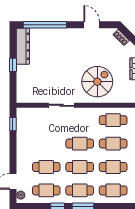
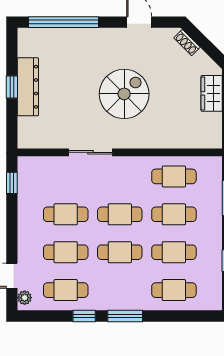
dresser: (23, 46) -> (28, 87), moved
spiral stairs: (97, 82) -> (124, 94), moved
cafe table: (80, 190) -> (66, 214), moved

